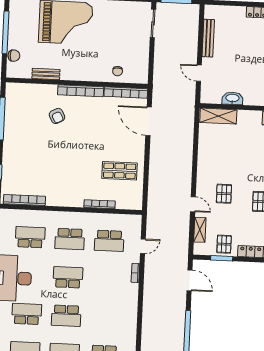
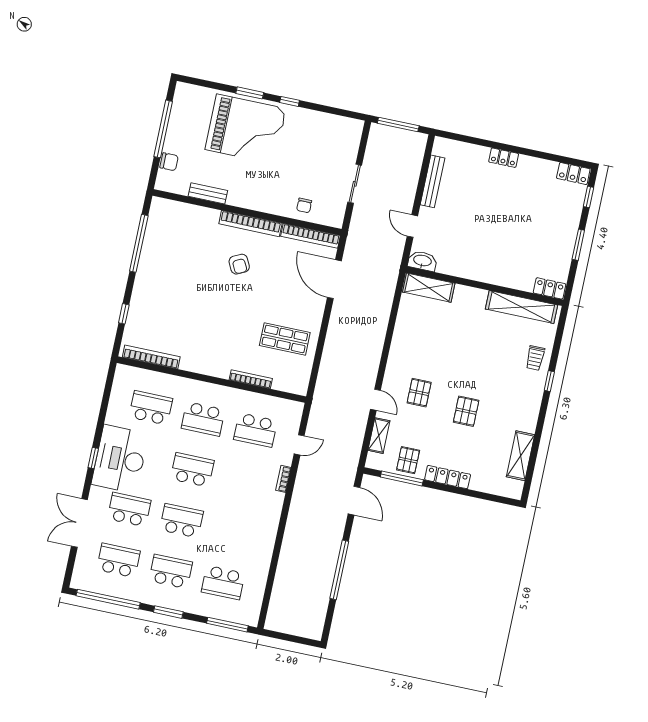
sliding door: (153, 23) -> (355, 184), moved
washbasin: (232, 98) -> (422, 261), moved
armchair: (57, 116) -> (239, 264), moved
window: (222, 258) -> (402, 478), width x1.44
school desk: (66, 316) -> (181, 521), turned 180

